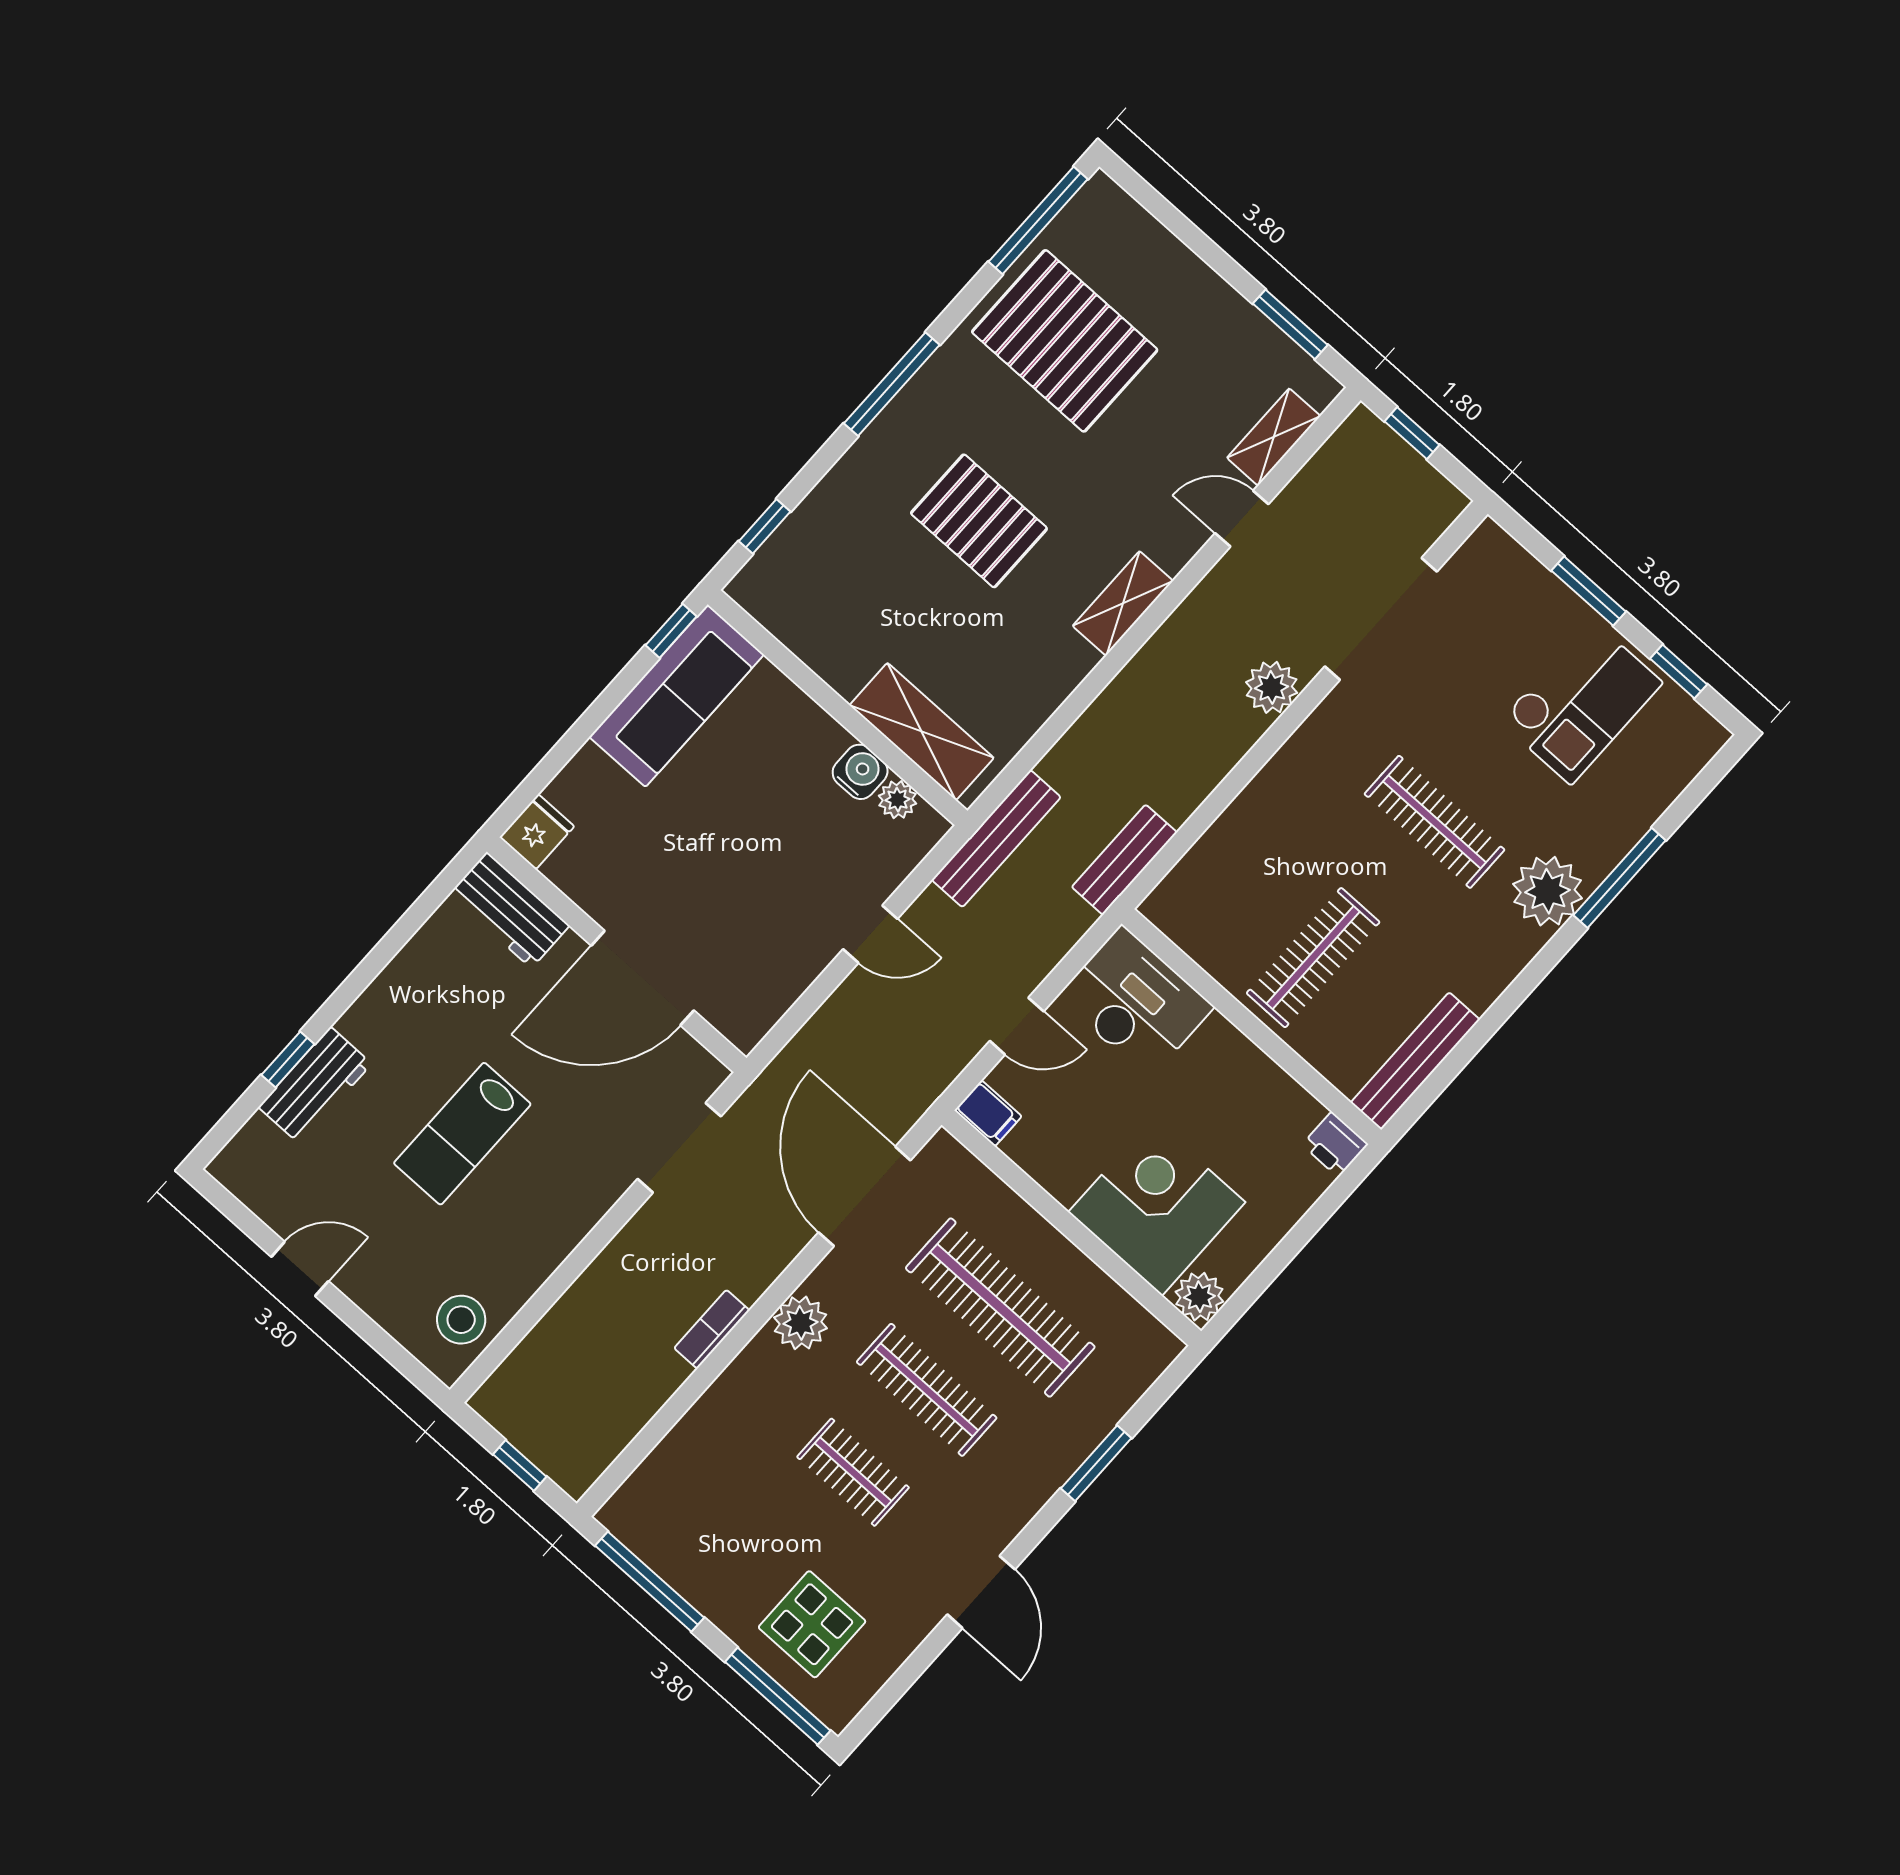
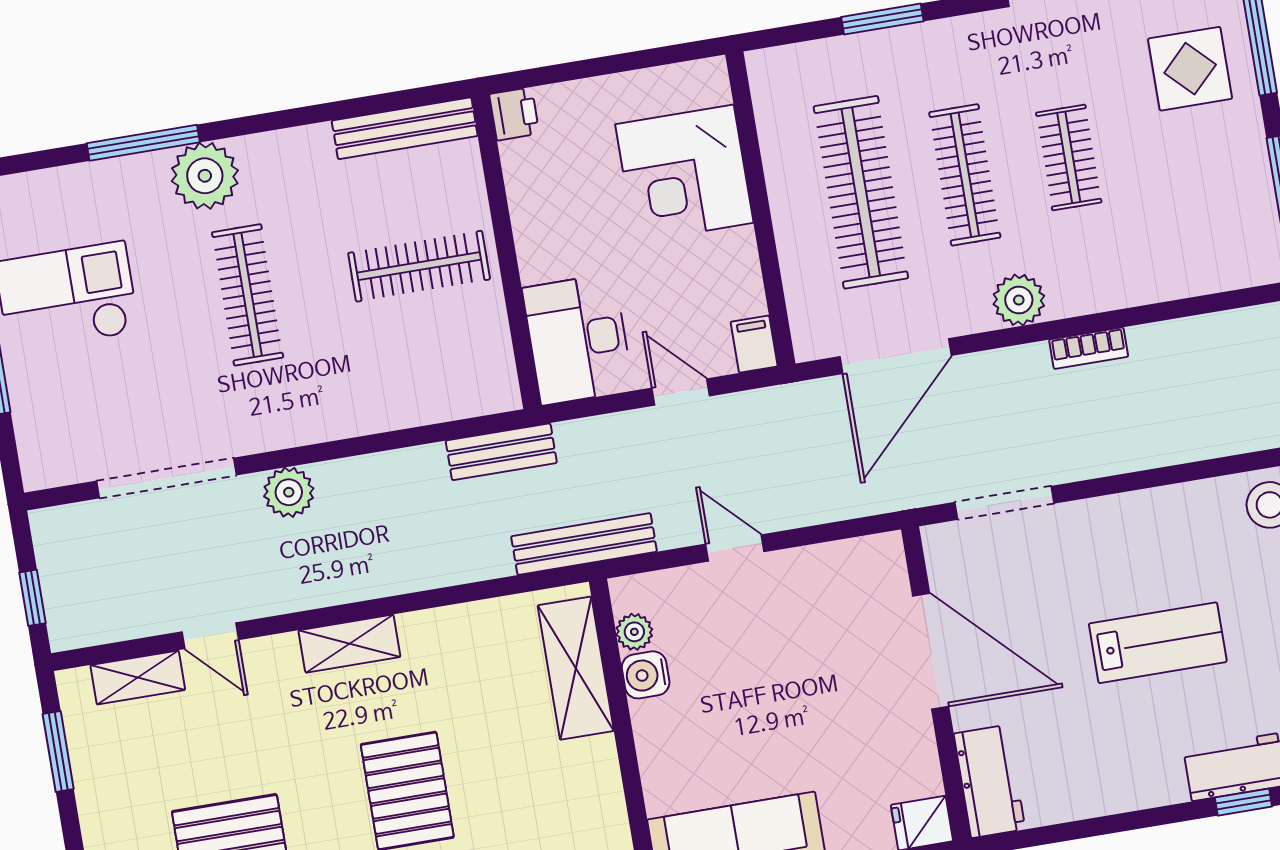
plant: (1199, 1297) -> (706, 82), removed

